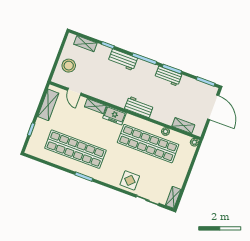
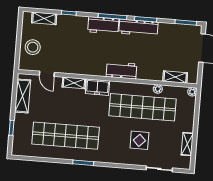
workbench: (123, 60) -> (103, 25), moved
workbench: (168, 76) -> (138, 28), width x1.38
display table: (130, 180) -> (139, 140), moved
shelving: (173, 197) -> (187, 144), moved

